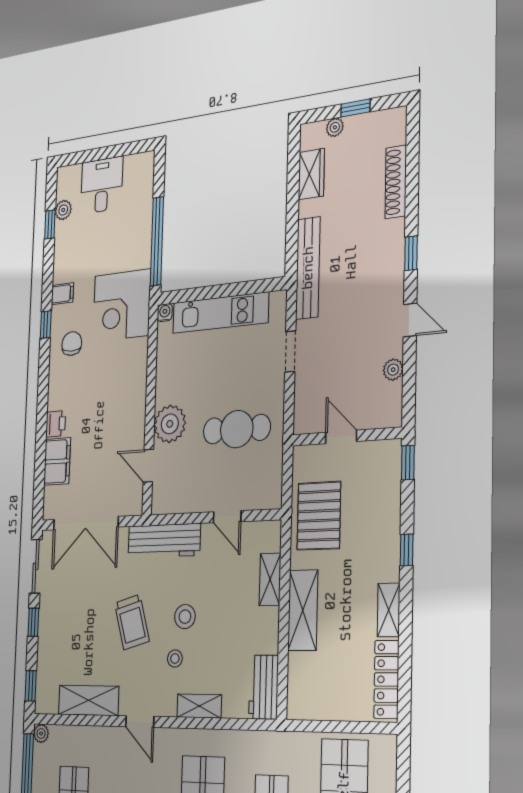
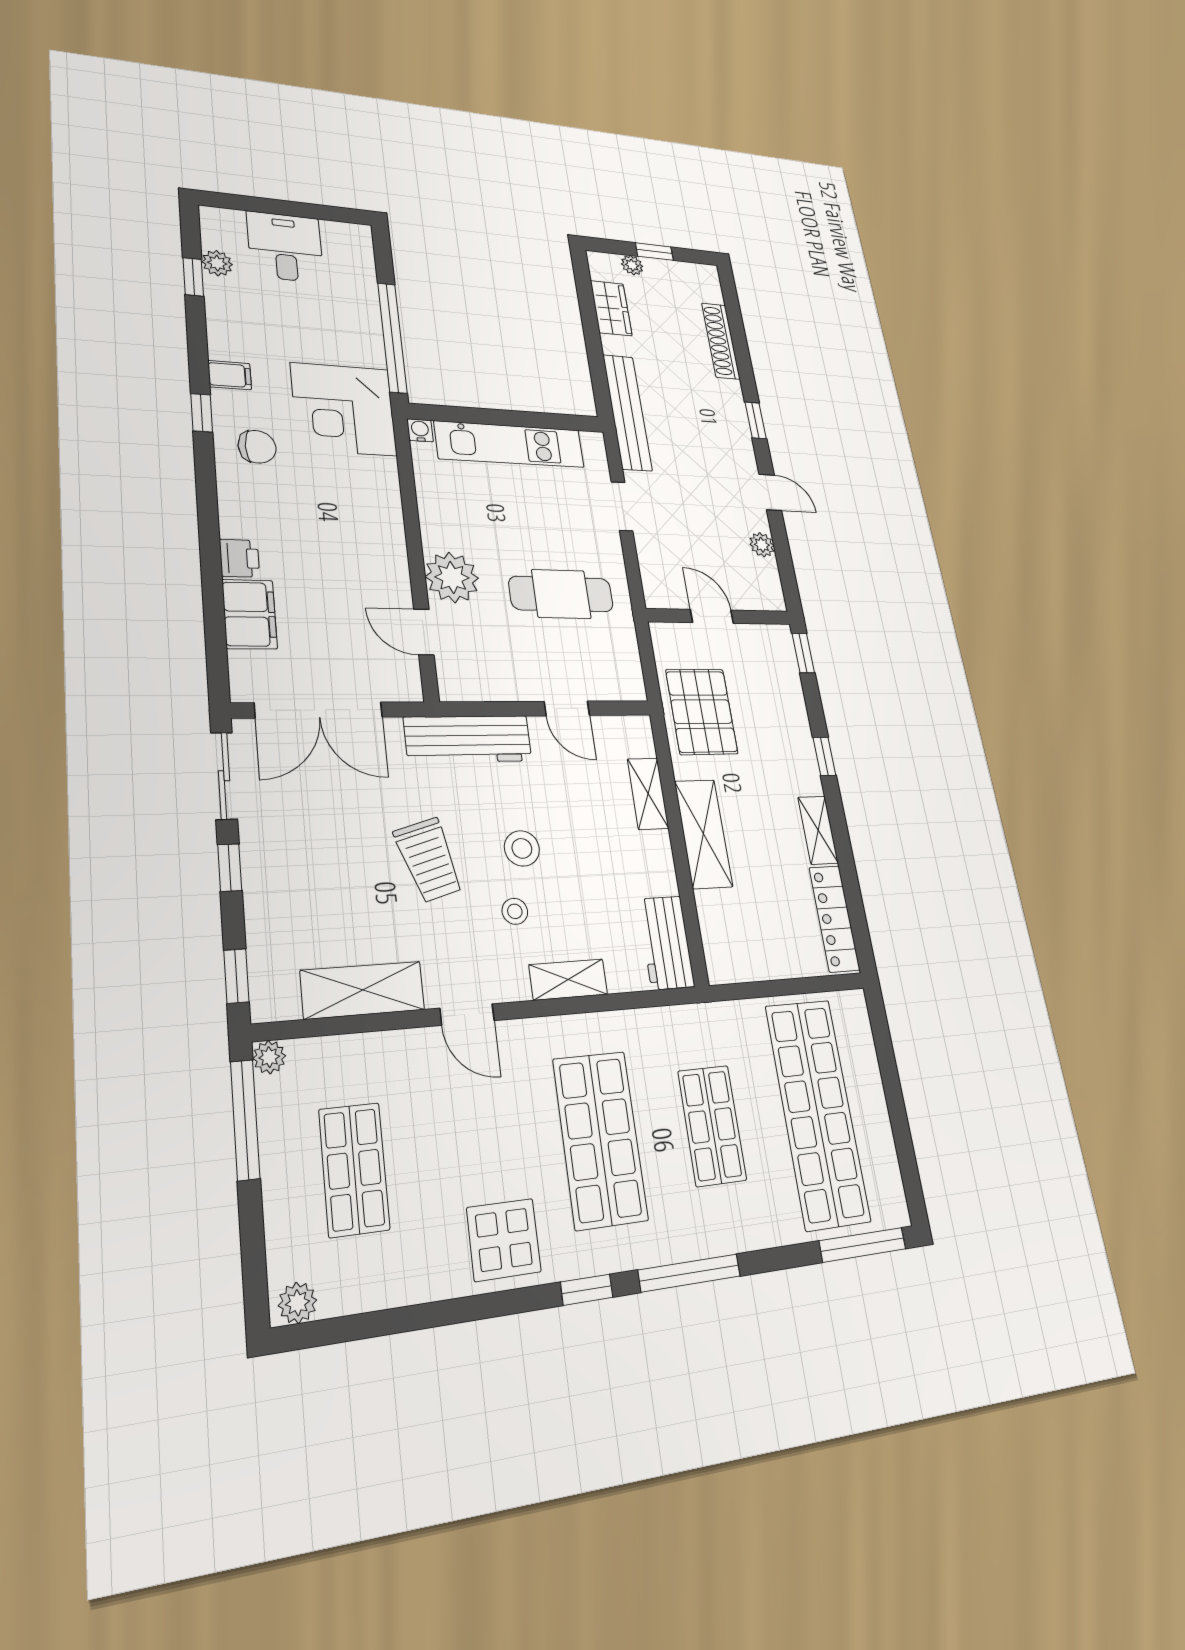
chair: (72, 343) -> (257, 447), turned 89

